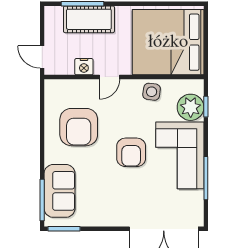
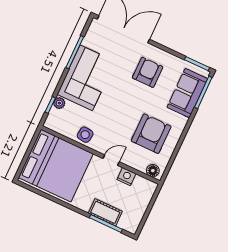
cot: (89, 19) -> (105, 212), width x0.73, depth x0.75
door: (42, 57) -> (154, 198), removed
floor lamp: (58, 87) -> (153, 171), added
plant: (191, 107) -> (59, 103), width x0.53, depth x0.53
armchair: (131, 152) -> (148, 72), moved

